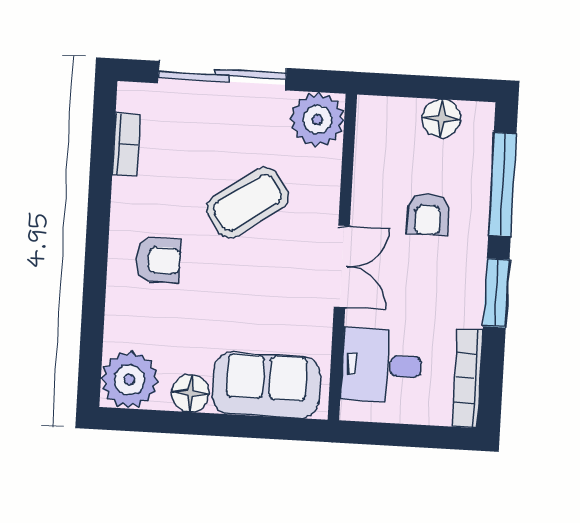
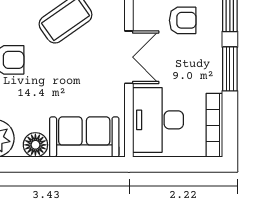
armchair: (428, 214) -> (183, 20), turned -90
desk: (381, 365) -> (158, 120), width x1.37

